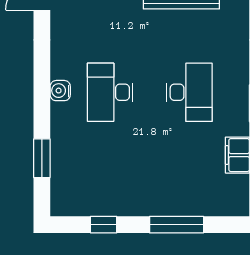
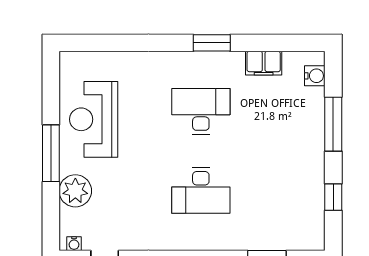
water cooler: (60, 91) -> (315, 76), moved, turned -90

